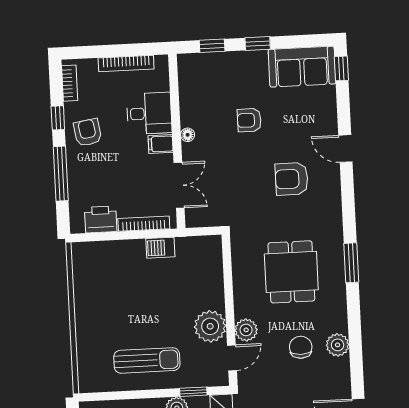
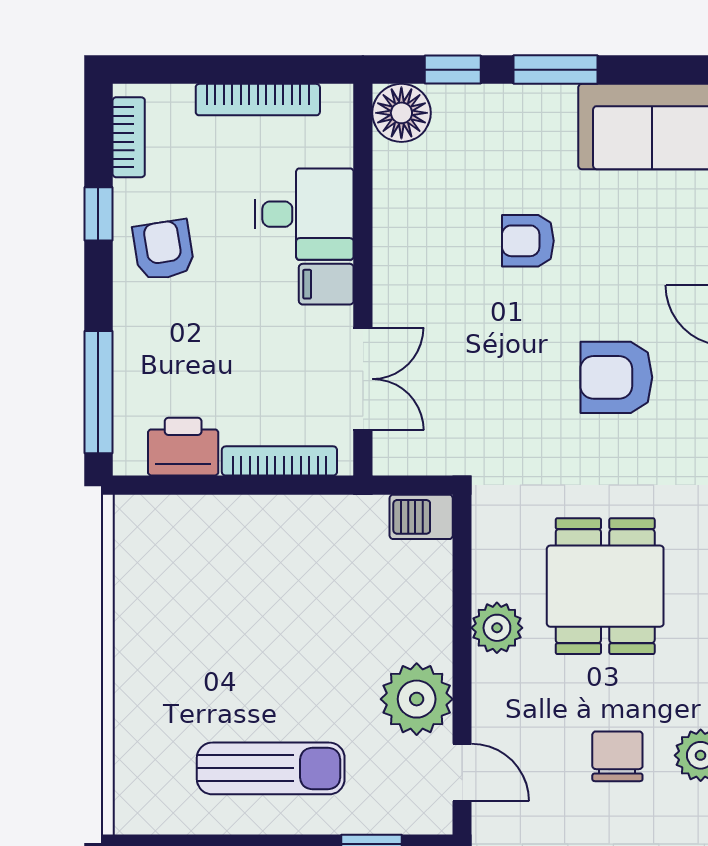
window: (258, 43) -> (556, 70), width x1.50
floor lamp: (188, 135) -> (401, 113), moved, width x1.89, depth x1.89
window: (61, 174) -> (98, 392), moved
barbecue: (160, 248) -> (421, 517), moved
plant: (246, 330) -> (497, 628), moved
door: (232, 358) -> (462, 772), hinge flipped

